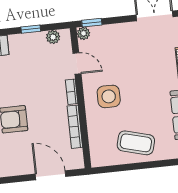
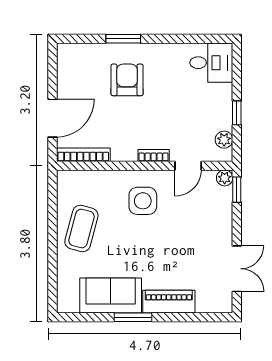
bookcase: (75, 127) -> (83, 155), moved

